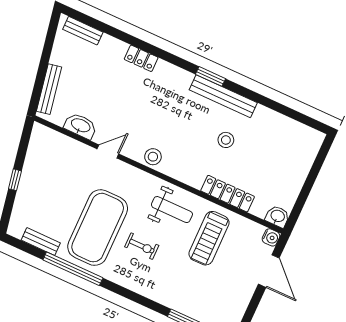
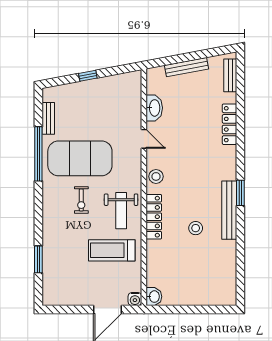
locker: (141, 58) -> (229, 124), width x1.53
bench: (49, 89) -> (186, 67), moved
locker: (228, 194) -> (154, 217), moved

